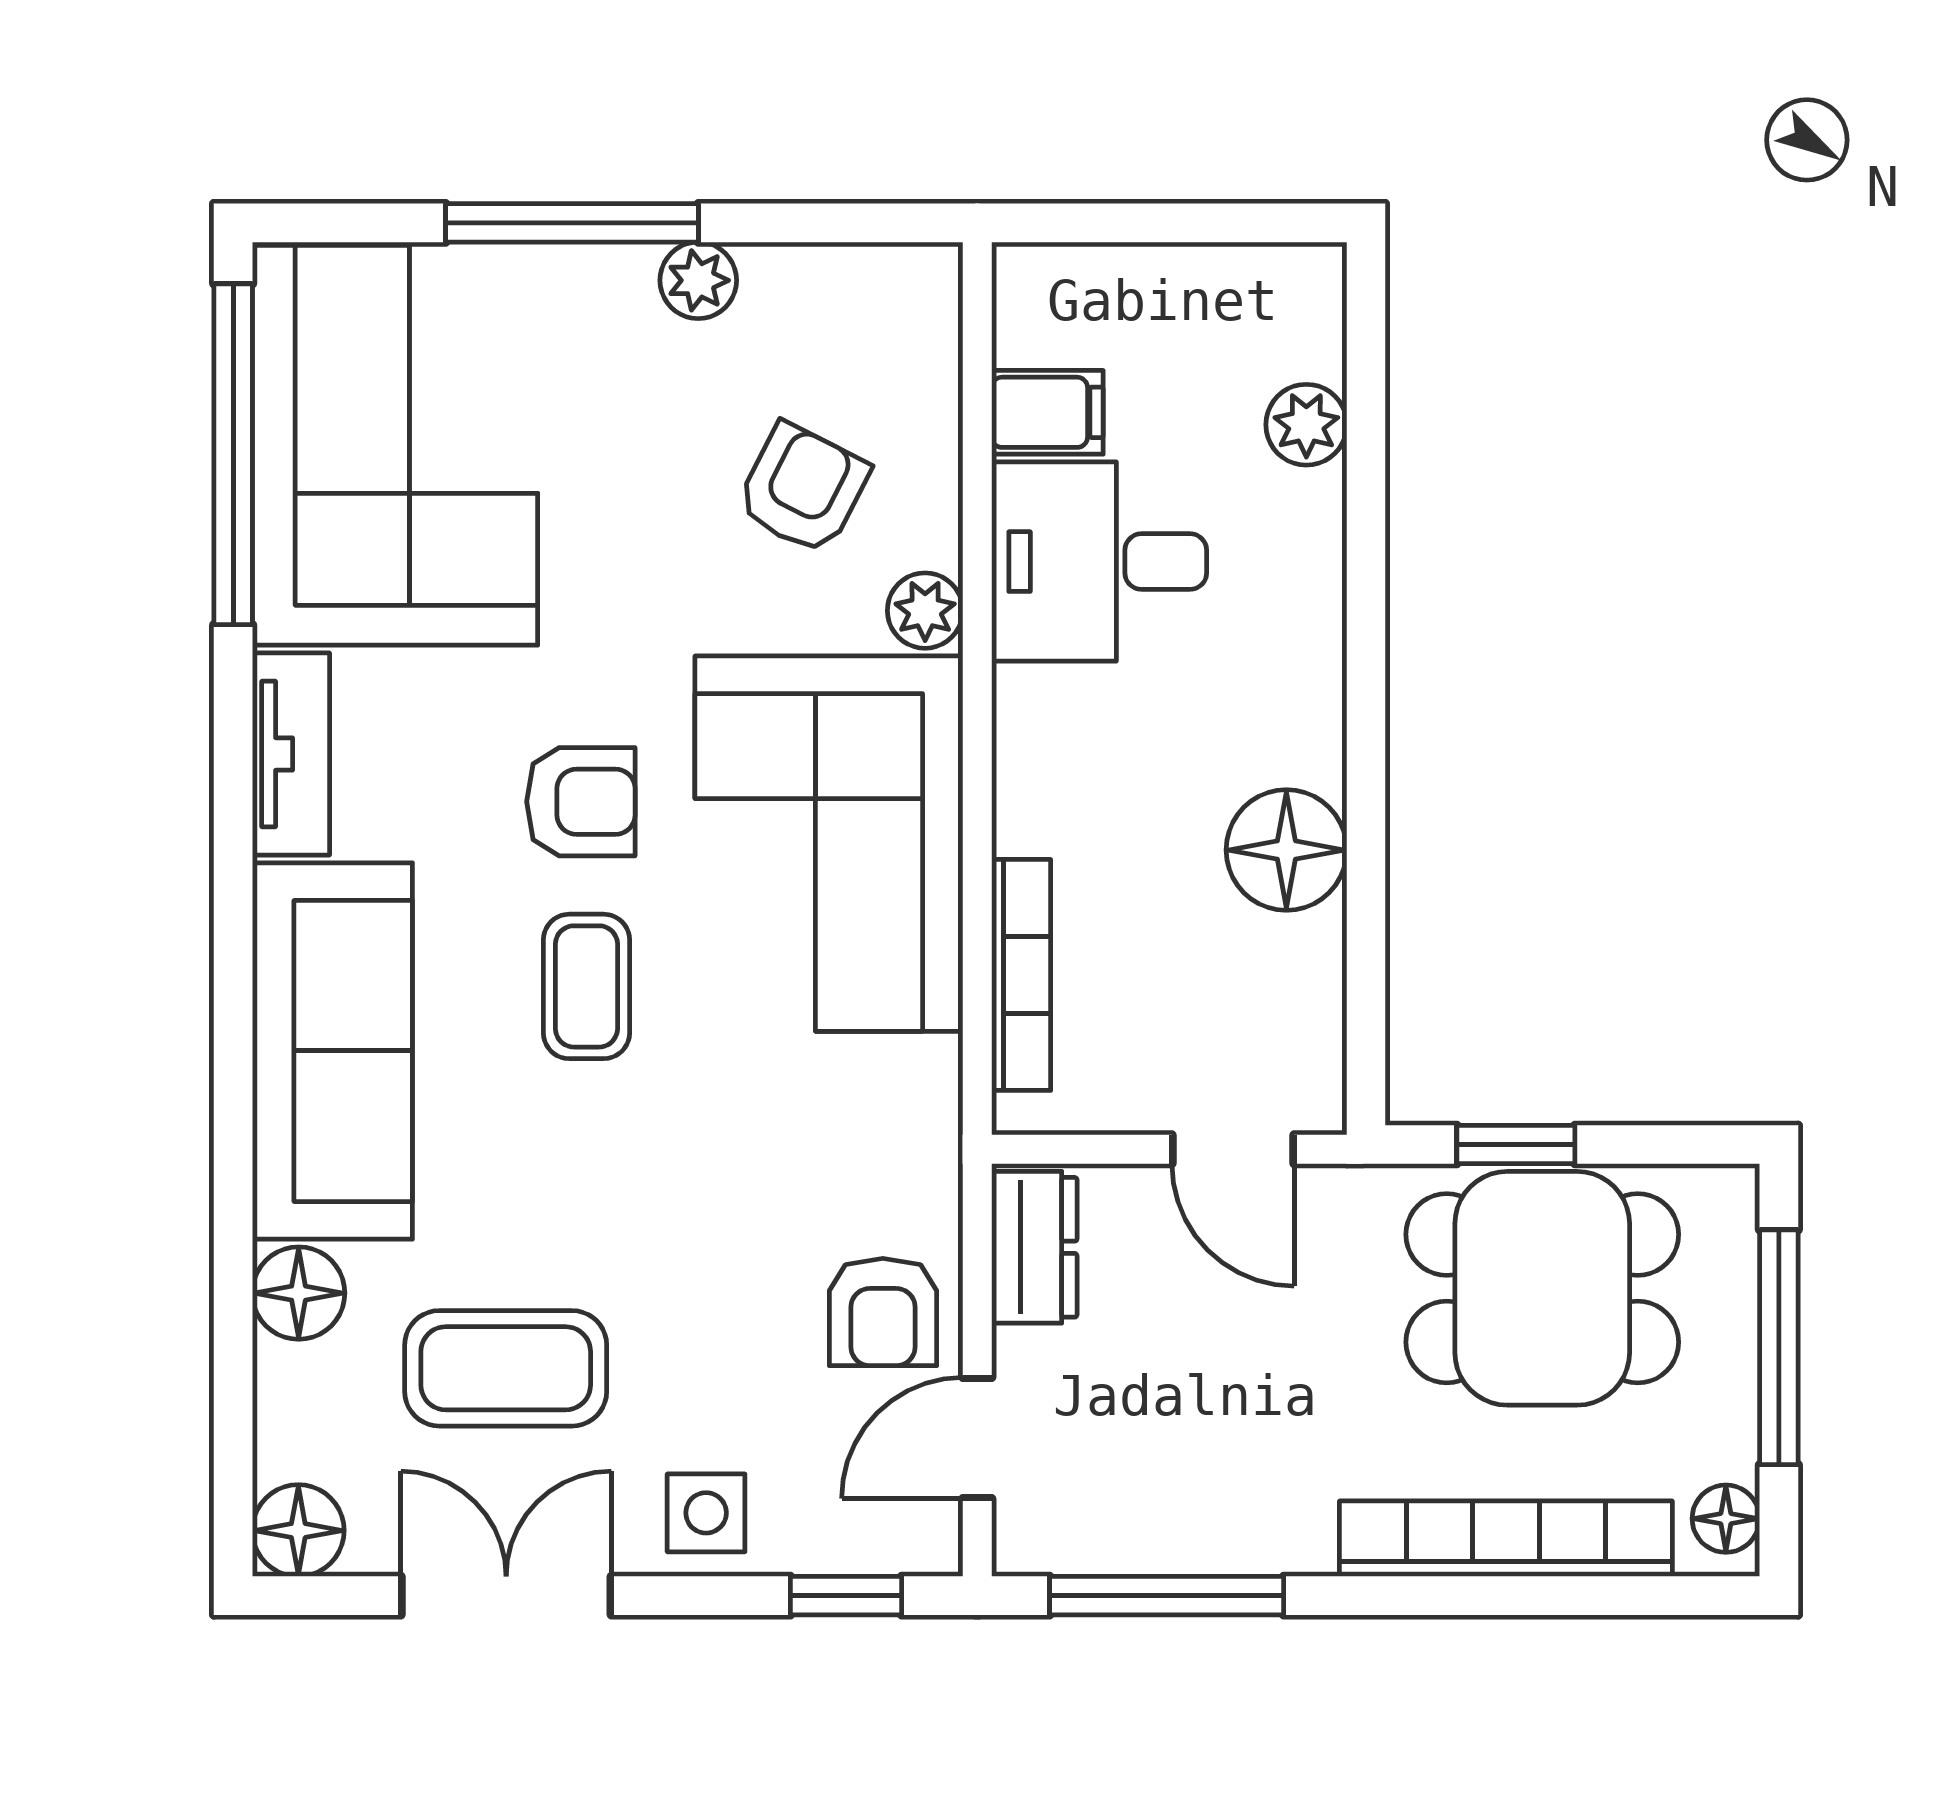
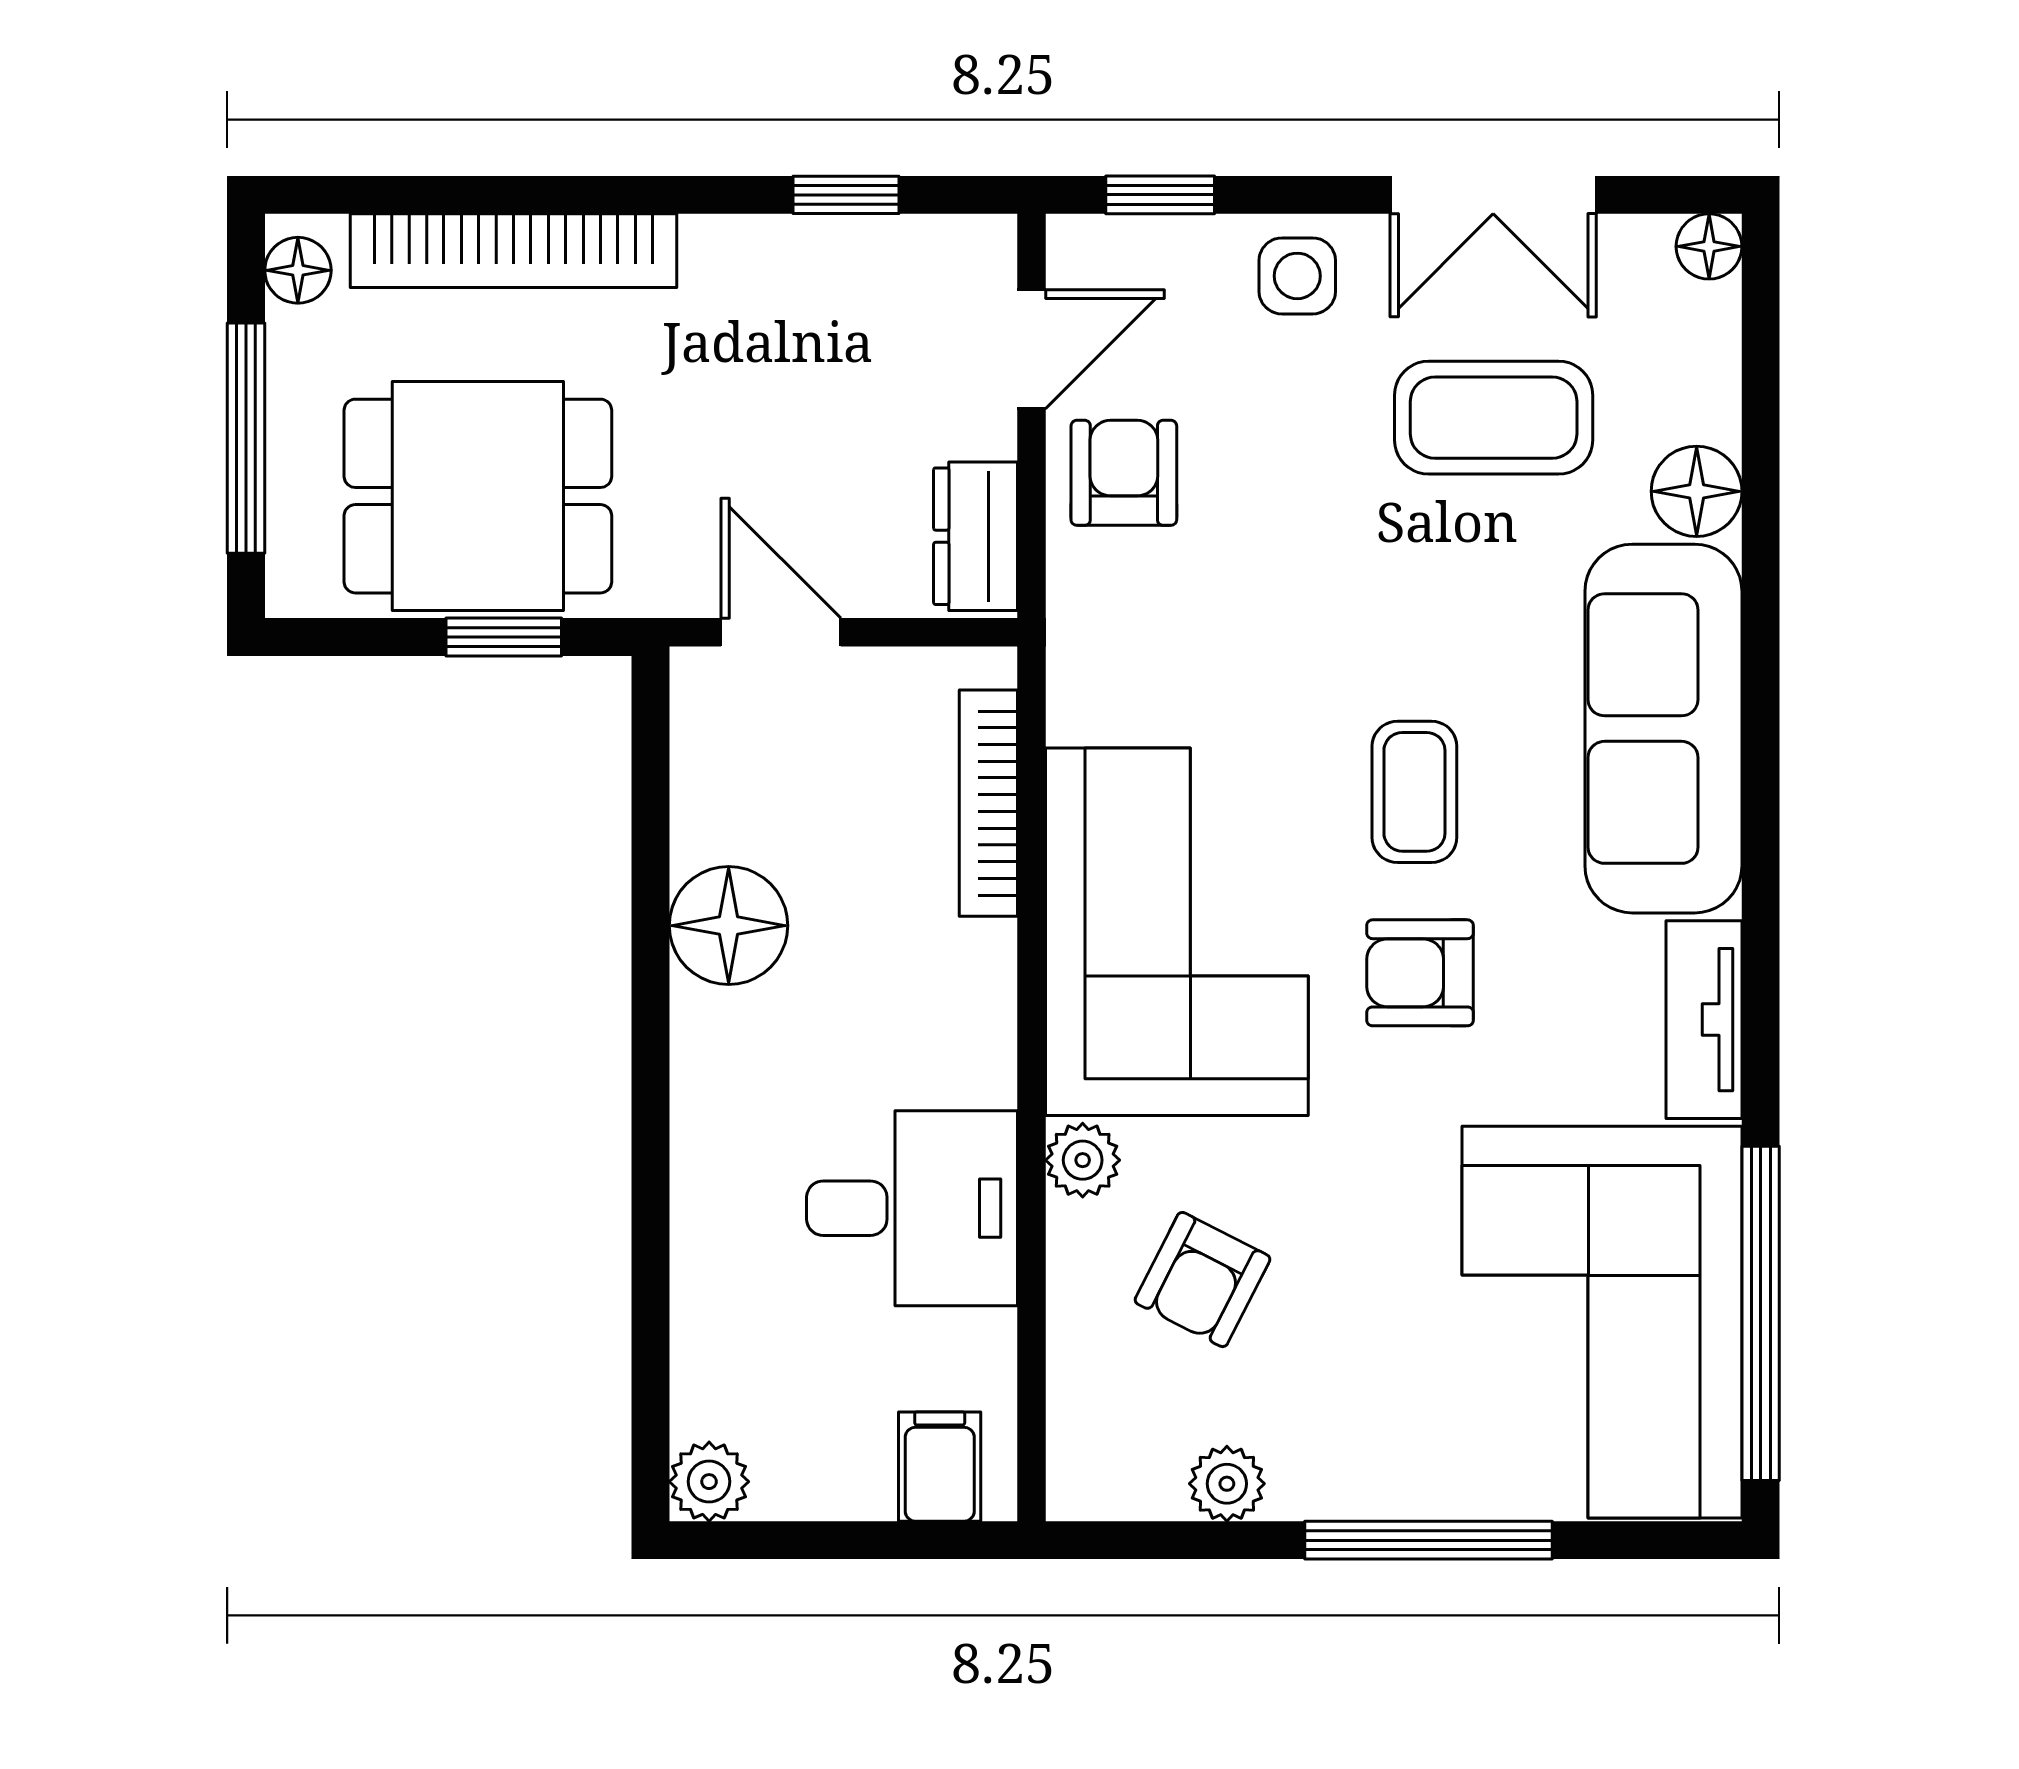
plant: (698, 280) -> (1227, 1484), moved
filing cabinet: (1047, 412) -> (940, 1467), moved, turned 90
plant: (1306, 425) -> (709, 1482), moved
floor lamp: (298, 1531) -> (1709, 246), width x0.73, depth x0.73
window: (1167, 1596) -> (846, 195), width x0.46

